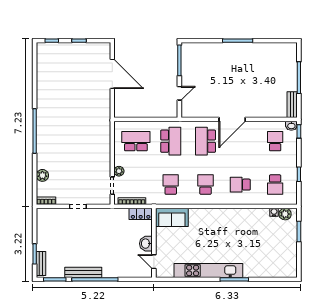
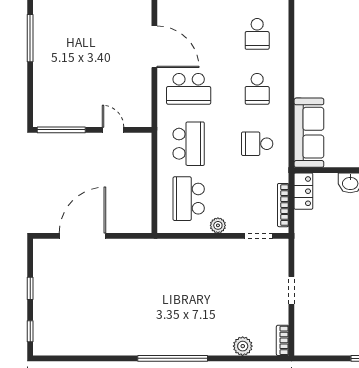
school desk: (171, 141) -> (189, 144), turned 90
plant: (119, 171) -> (218, 225), moved
school desk: (206, 185) -> (257, 89), turned -90
sofa: (172, 217) -> (309, 133), width x1.36

